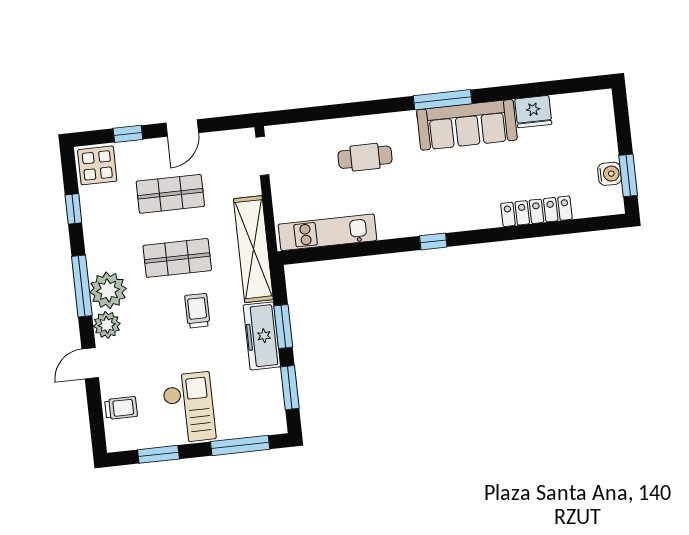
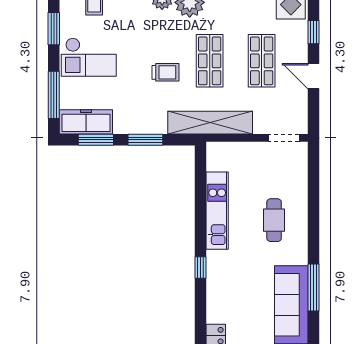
kitchen unit: (328, 232) -> (217, 211), moved
freezer: (262, 336) -> (86, 122), moved

